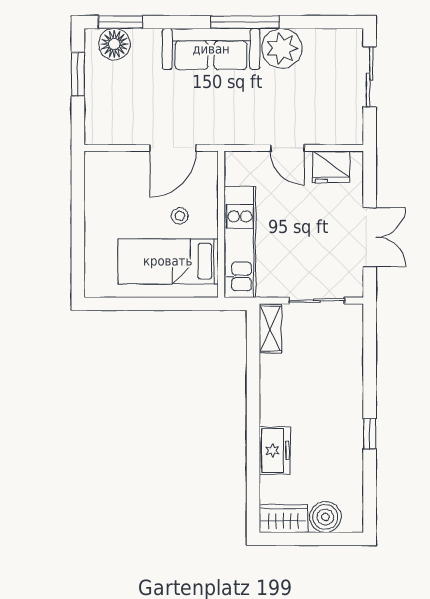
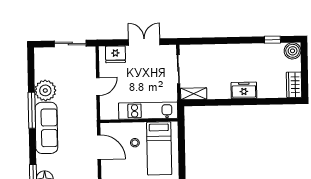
sliding door: (370, 77) -> (70, 44), moved
fridge: (331, 167) -> (115, 54), moved, turned 90
window: (370, 434) -> (272, 40), moved
freezer: (275, 450) -> (244, 90), moved
boiler: (325, 517) -> (293, 51), moved

